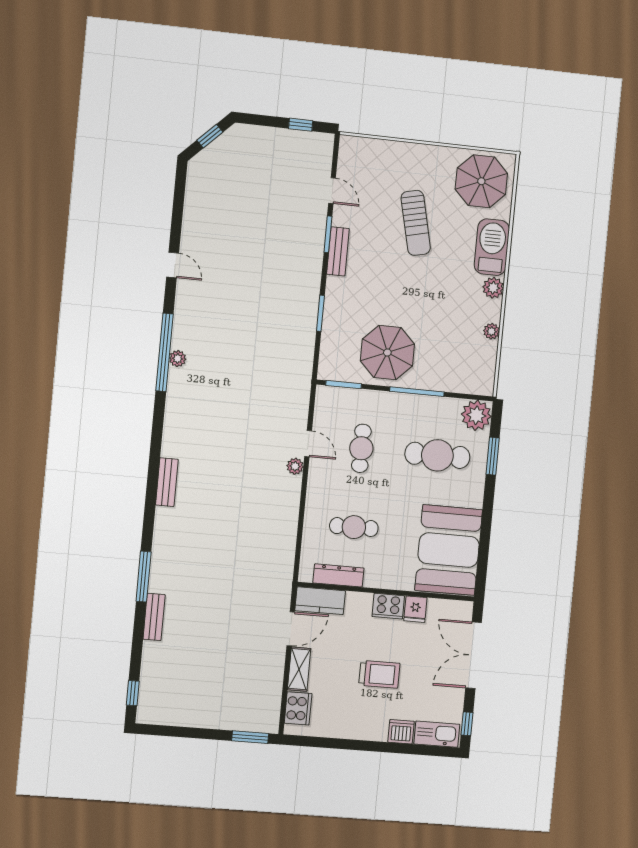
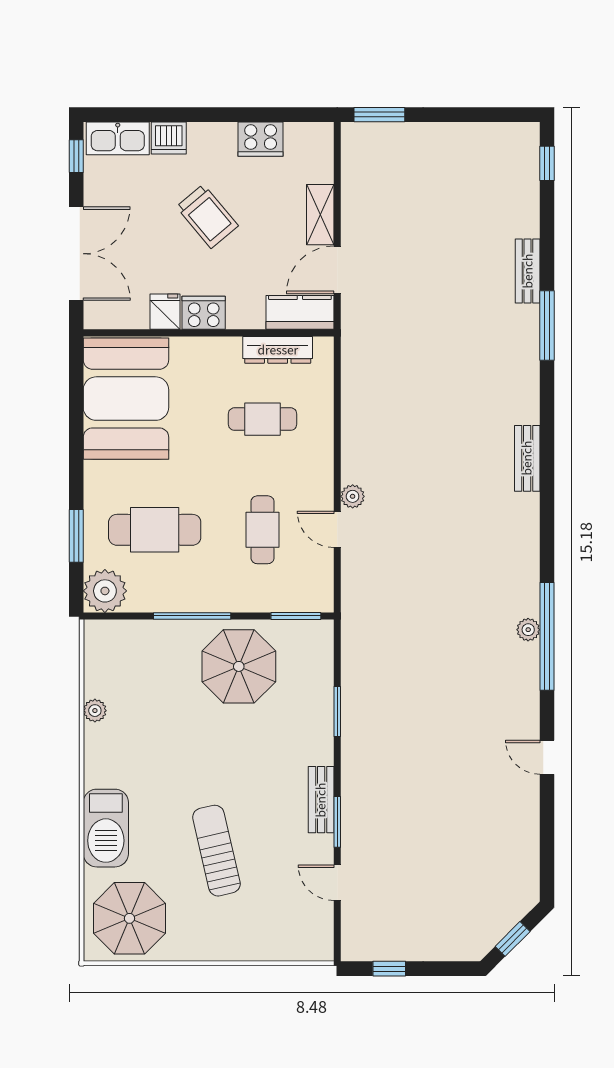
plant: (493, 288) -> (98, 772), removed
trolley: (379, 674) -> (207, 216), turned -130
cooker: (298, 708) -> (261, 139), moved, turned -90

